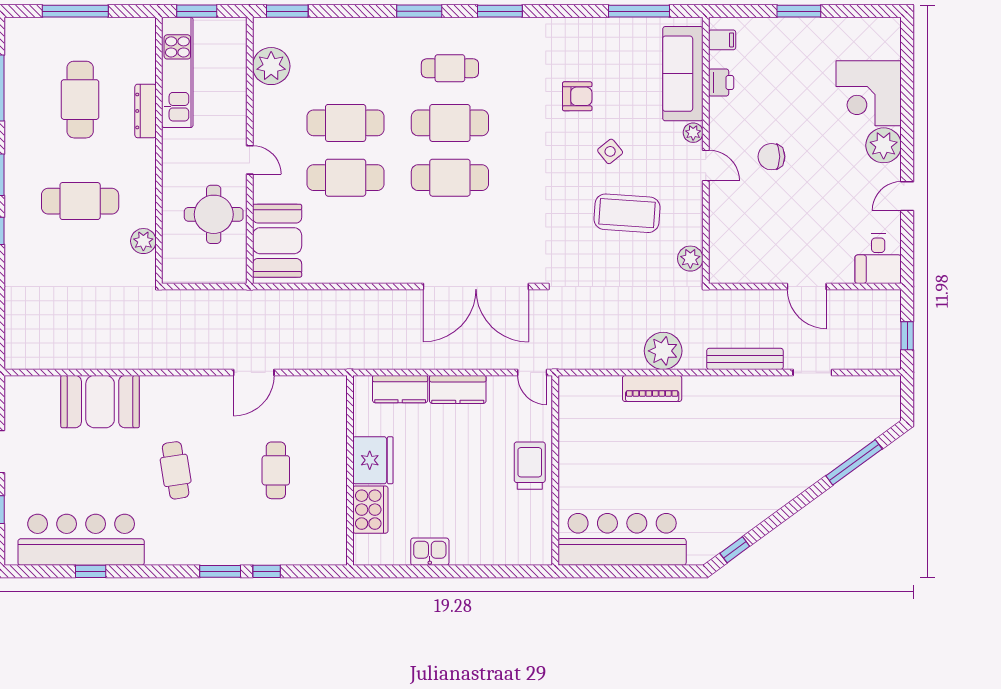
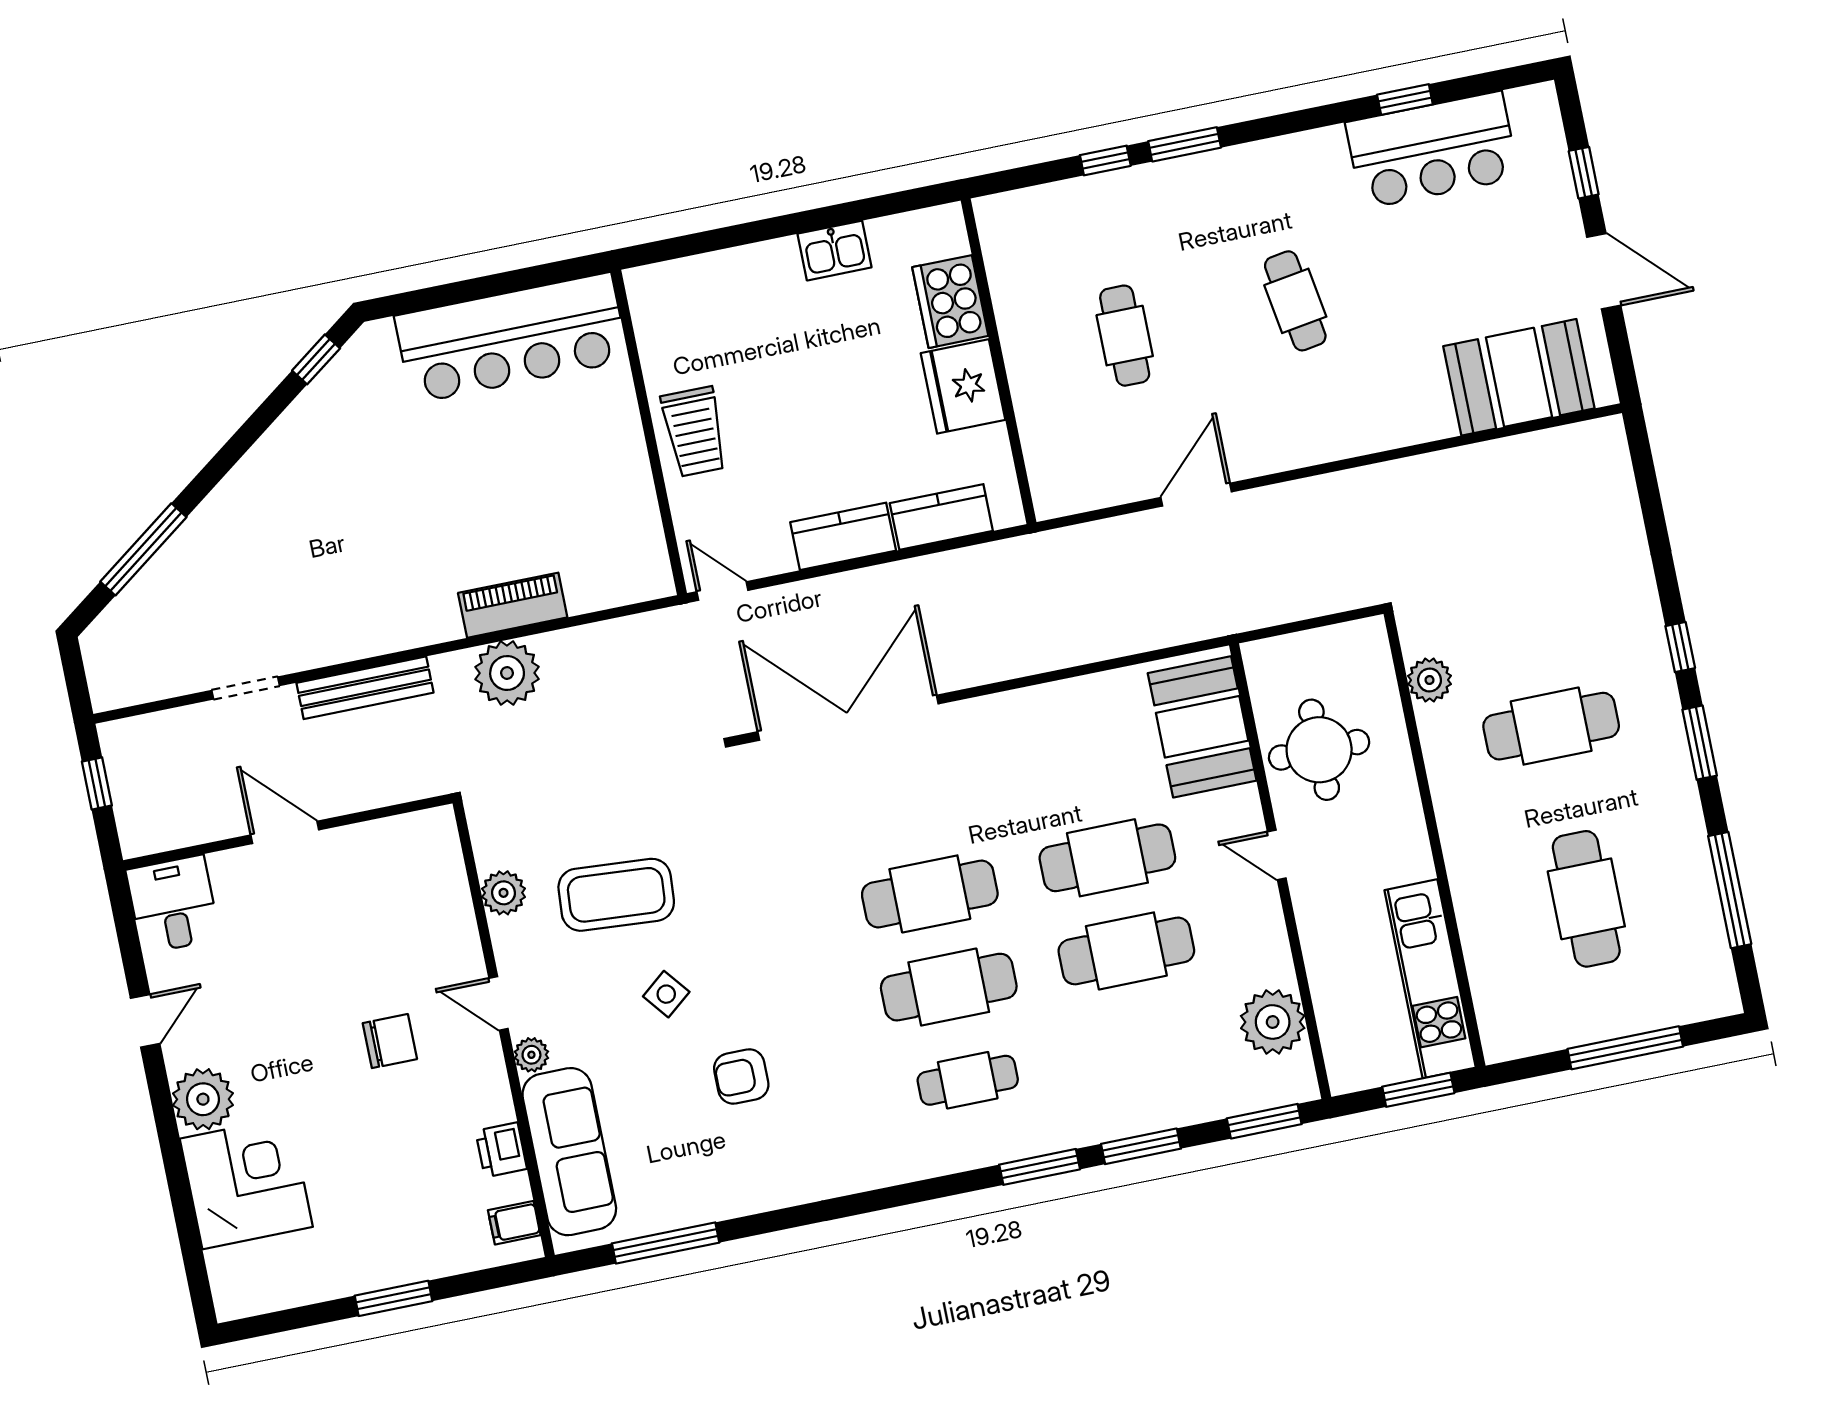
window: (500, 11) -> (1141, 1146), moved
dresser: (145, 111) -> (1471, 902), removed
plant: (690, 259) -> (504, 893), moved
booth: (100, 402) -> (1519, 377), moved
bar counter: (81, 540) -> (1432, 150), width x0.73

